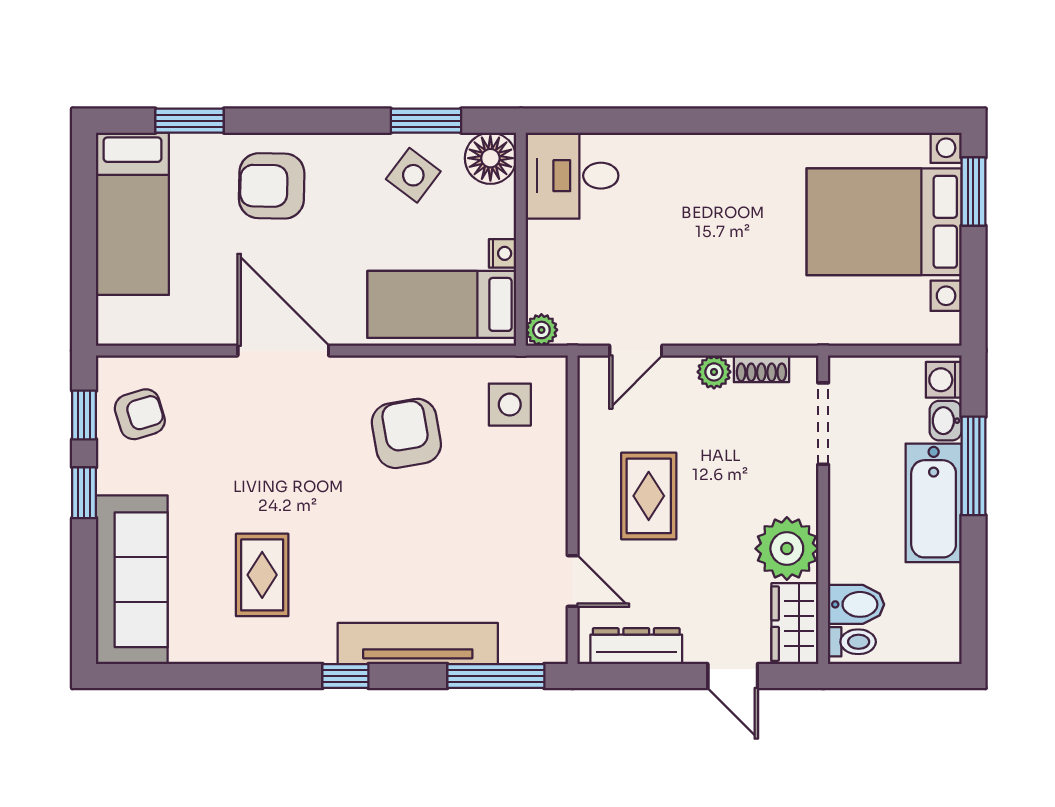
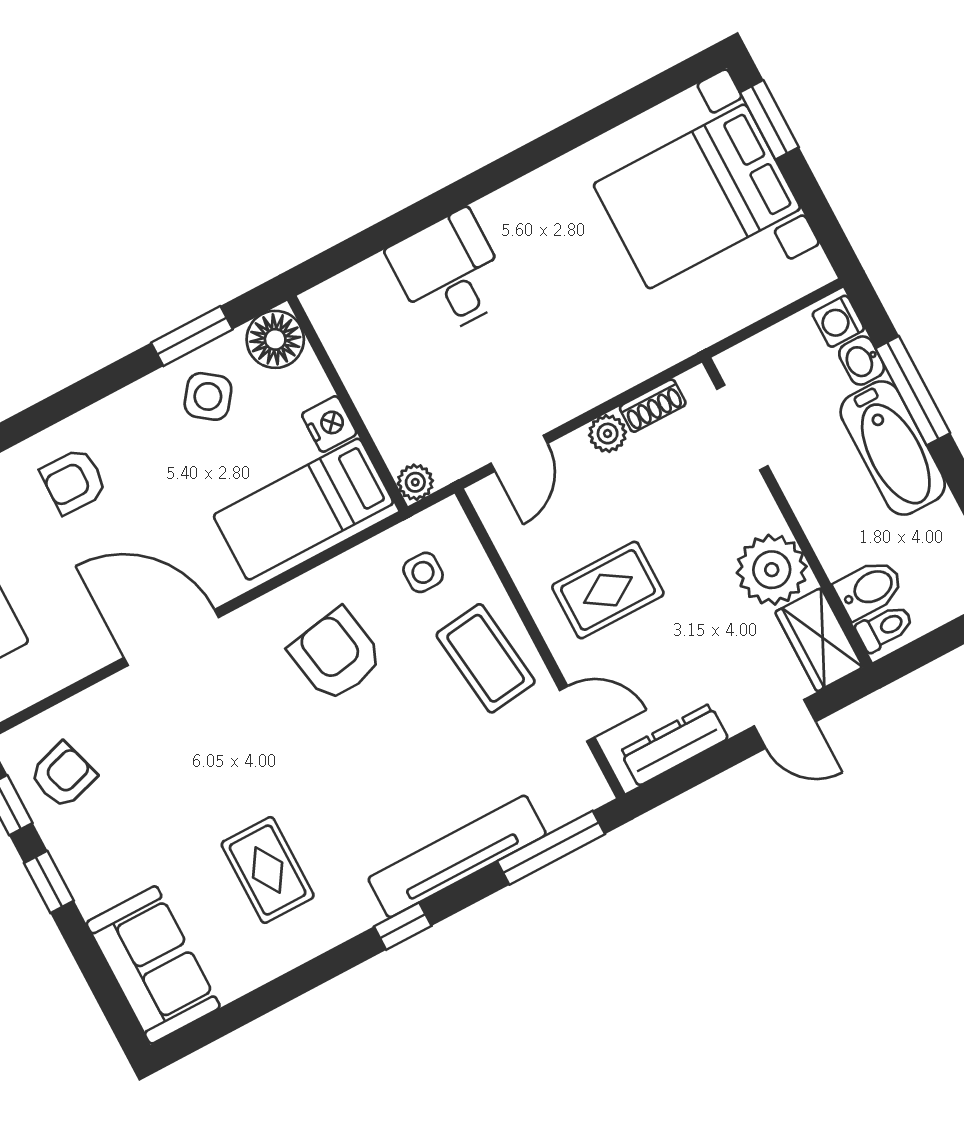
desk: (572, 176) -> (449, 273), moved, turned 90
armchair: (272, 186) -> (74, 481), width x0.72, depth x0.72
nightstand: (502, 253) -> (329, 424), width x1.39, depth x1.35
side table: (510, 405) -> (423, 572), width x0.73, depth x0.73
rug: (649, 496) -> (608, 590), turned 90
coffee table: (523, 499) -> (486, 658), added
sofa: (132, 580) -> (153, 965), width x0.73

